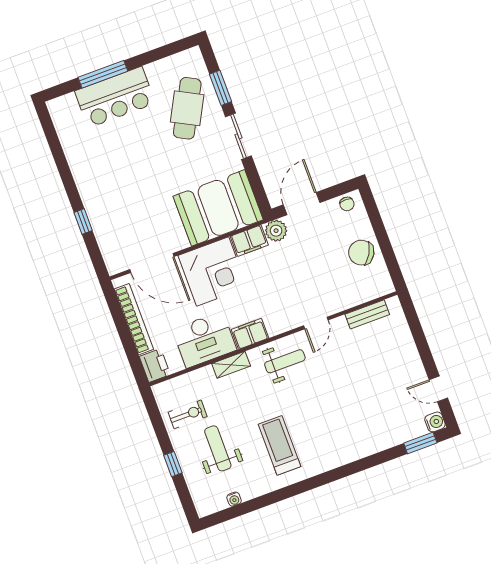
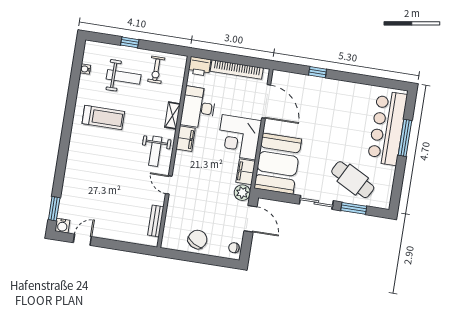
bar counter: (115, 97) -> (387, 128), width x1.36
door: (152, 263) -> (266, 101), swing flipped

